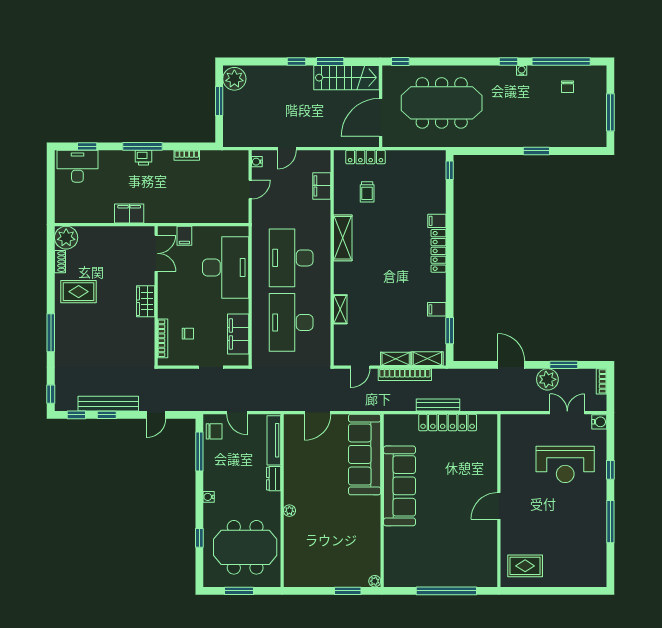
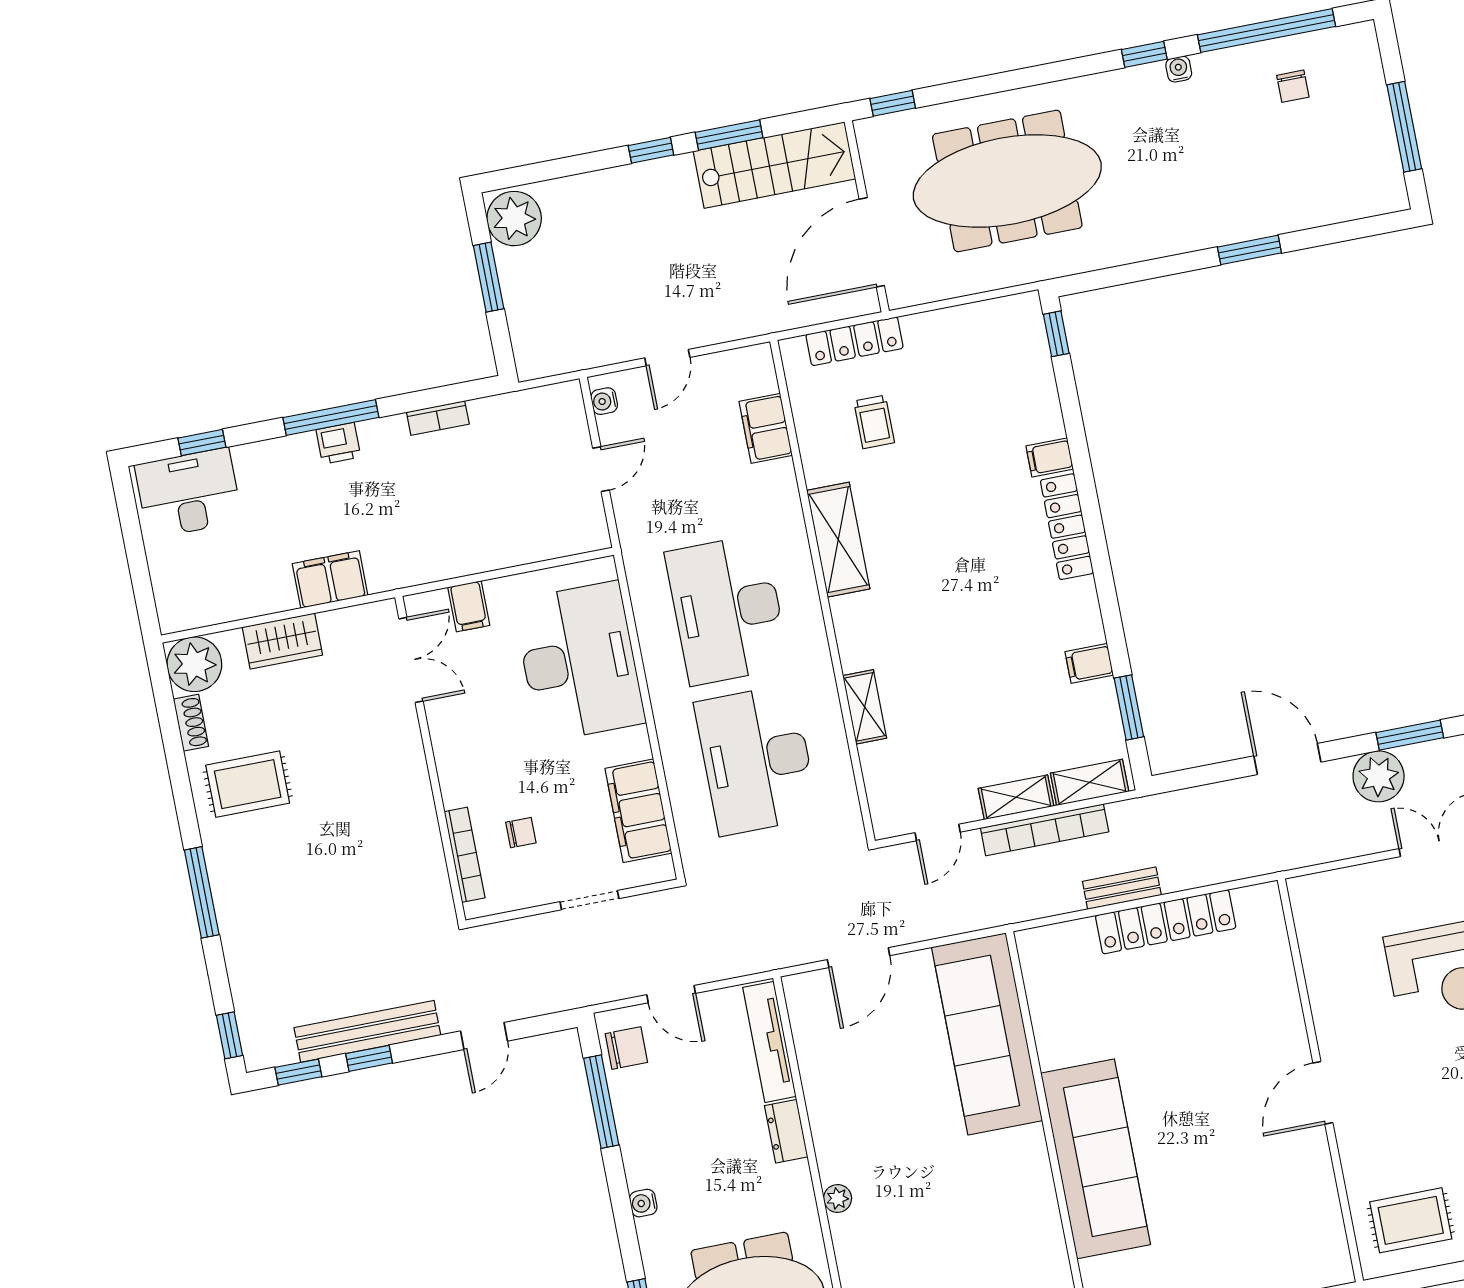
wardrobe: (146, 301) -> (282, 641), moved, turned -90
bench: (438, 405) -> (1122, 888), width x0.73
sofa: (400, 486) -> (1096, 1159), moved

